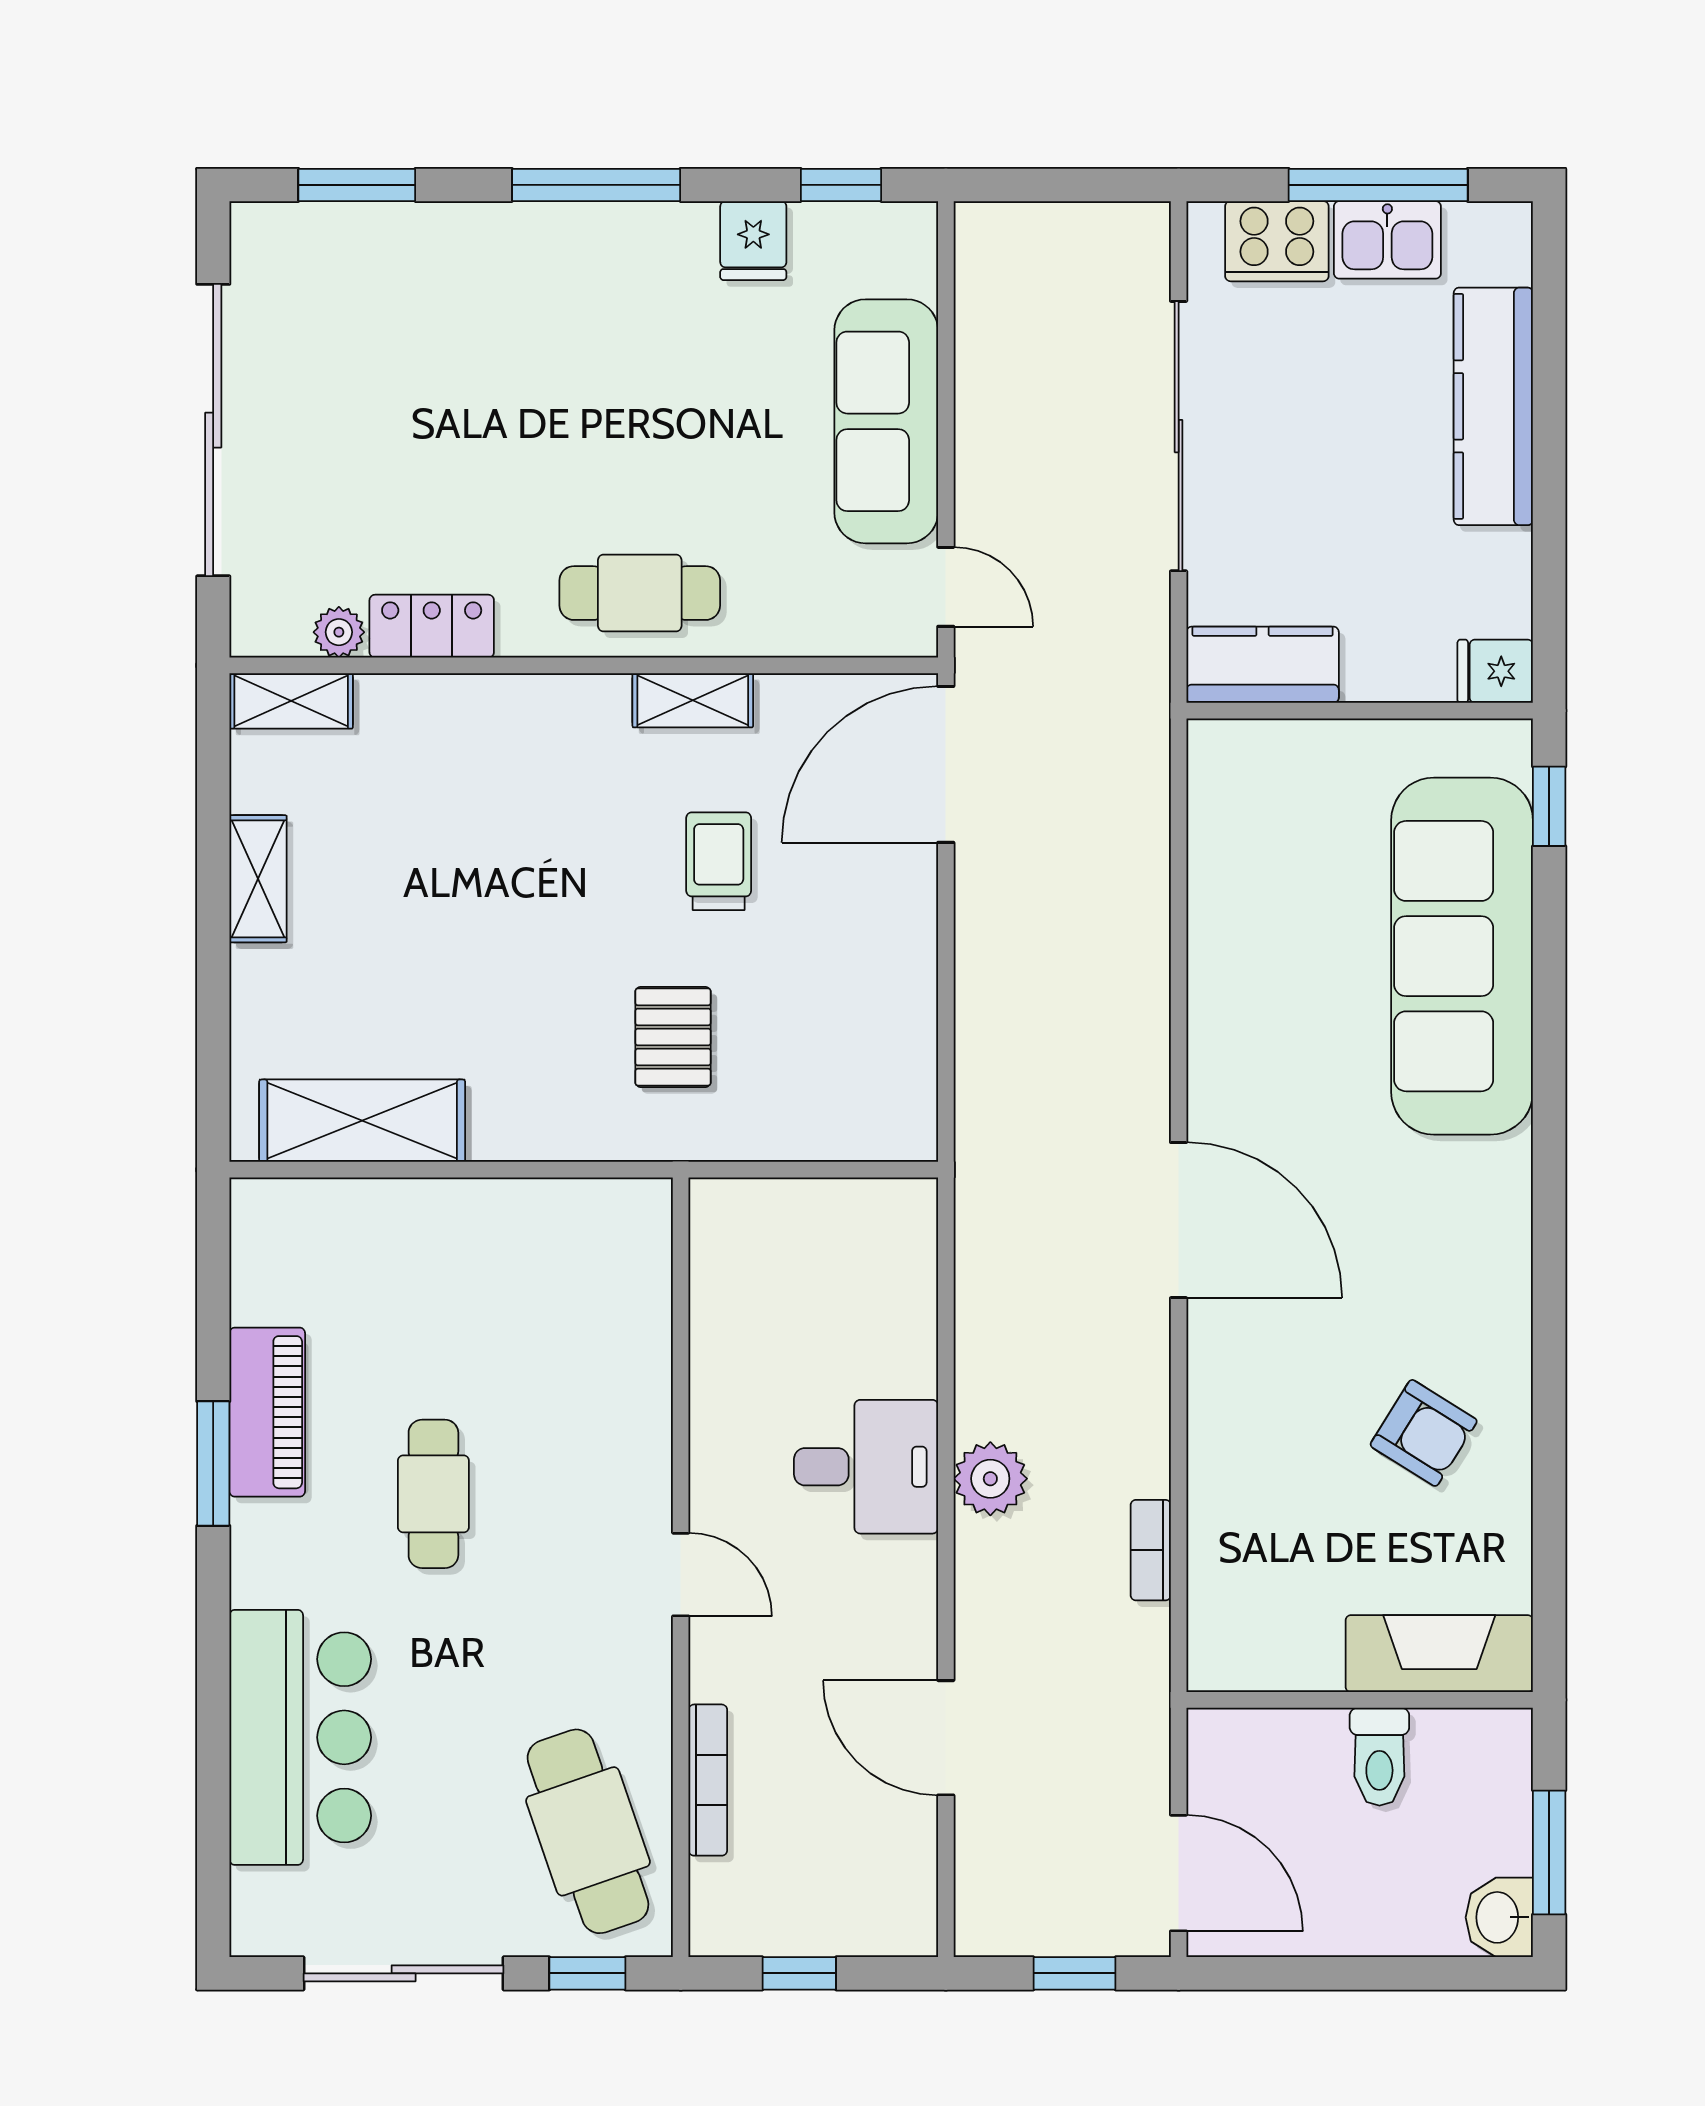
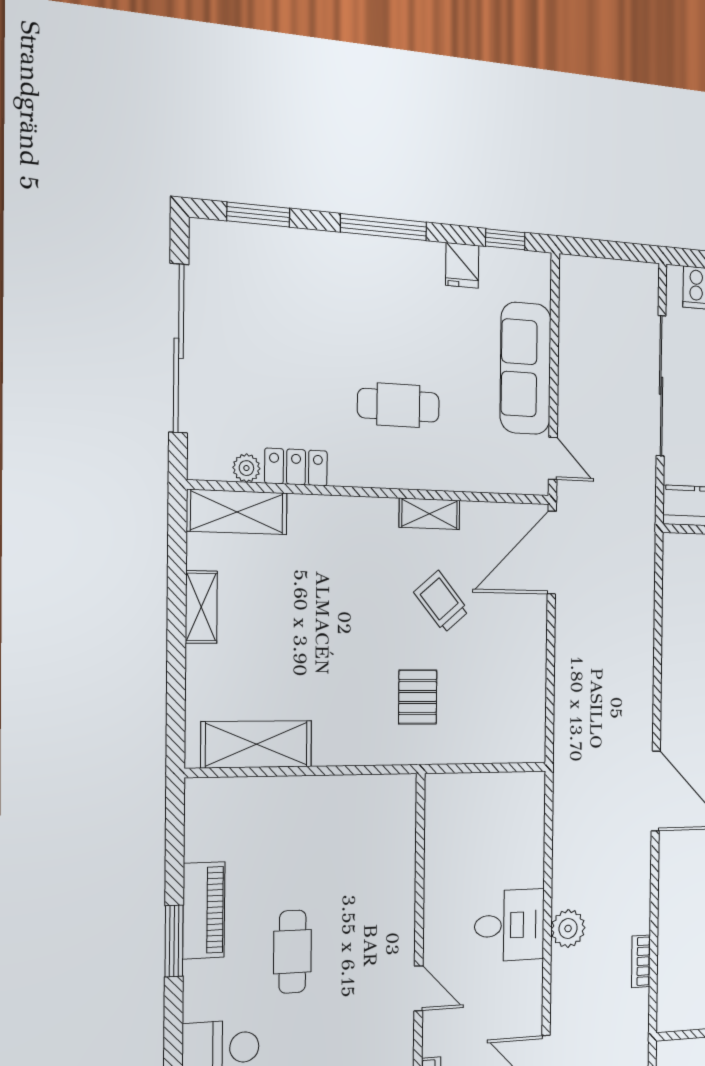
cafe table: (640, 593) -> (398, 405), moved
shelving: (291, 701) -> (237, 512), width x1.50, depth x1.33
trolley: (719, 861) -> (441, 602), turned -40

